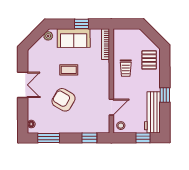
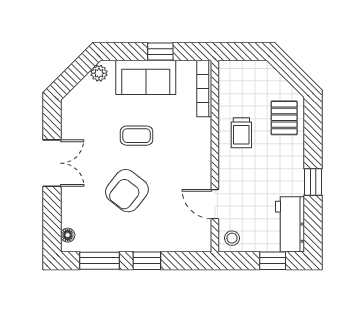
armchair: (64, 100) -> (127, 191), turned -82
door: (111, 107) -> (215, 204), swing flipped
workbench: (152, 112) -> (290, 224), width x0.73
window: (89, 138) -> (147, 261), moved

